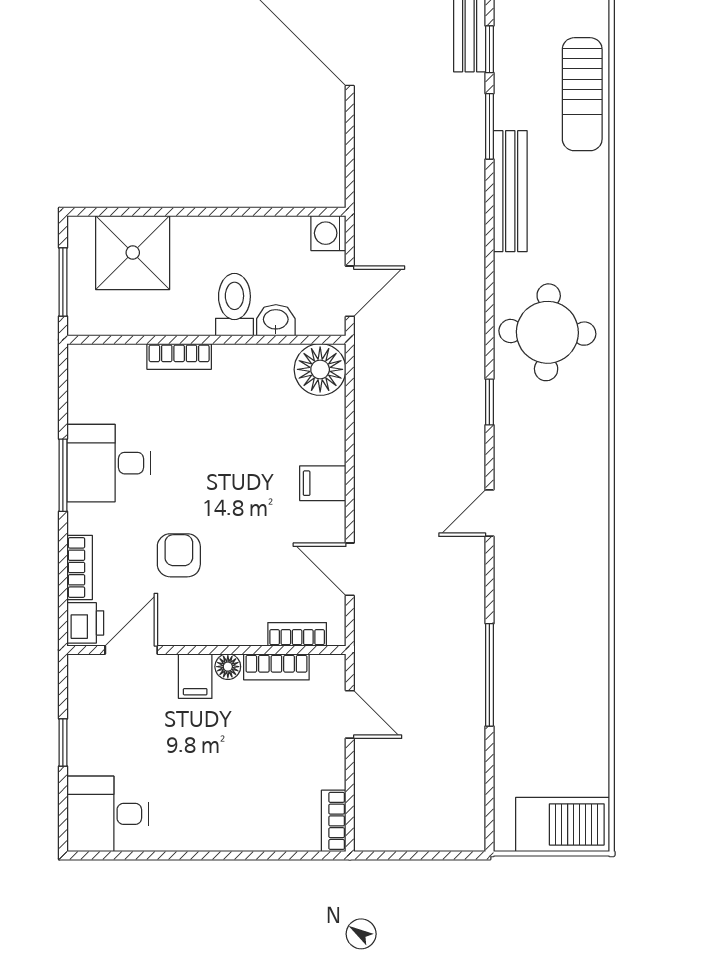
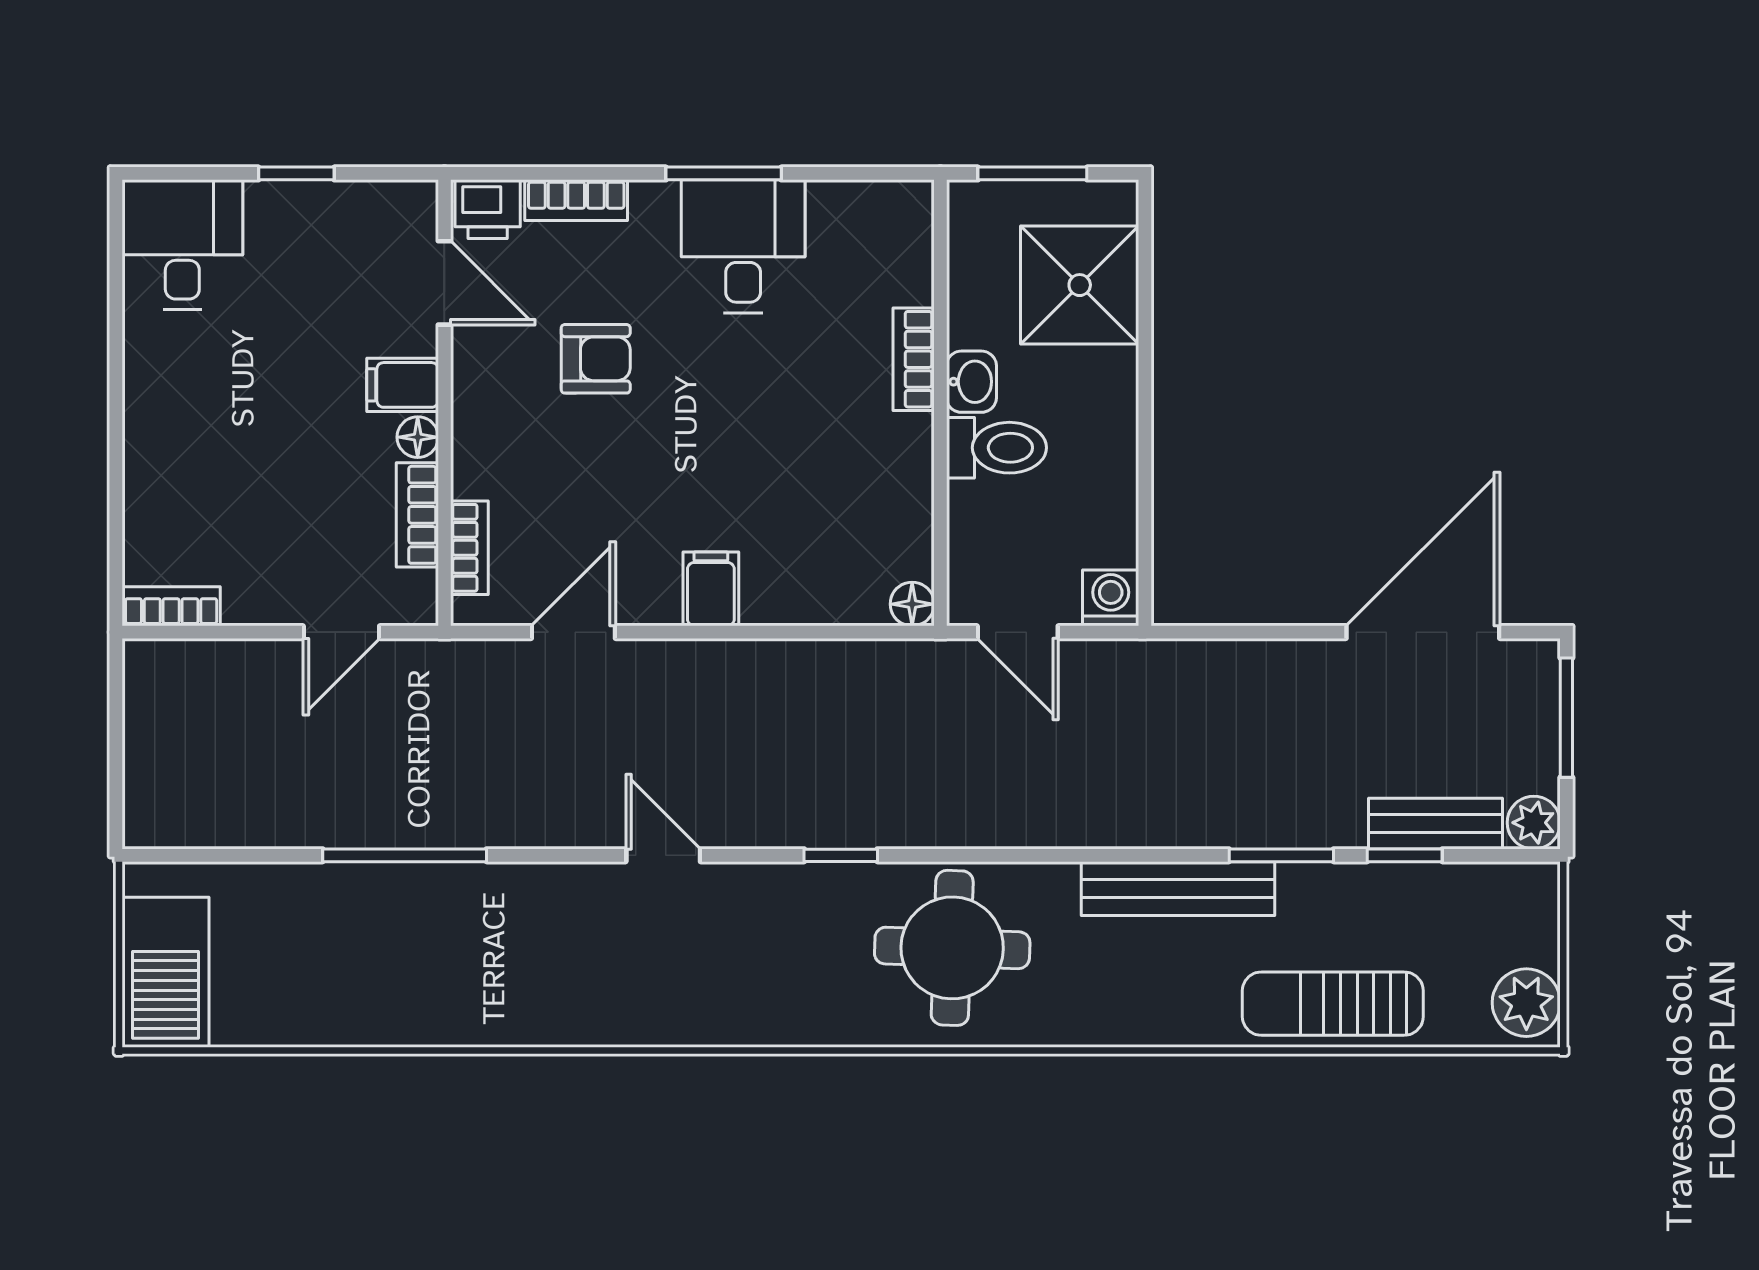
washbasin: (276, 320) -> (971, 382), moved
floor lamp: (320, 369) -> (912, 604), width x0.53, depth x0.53

